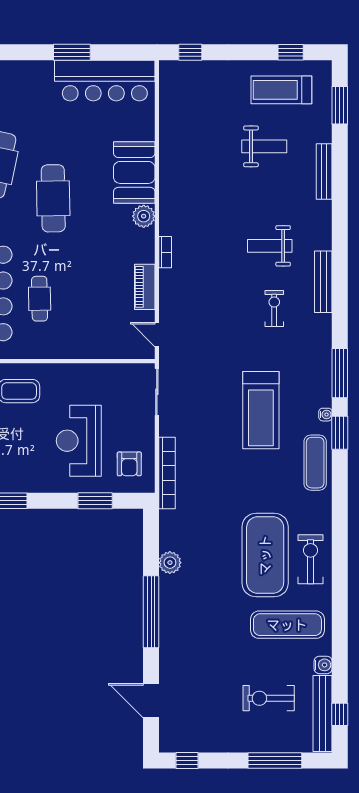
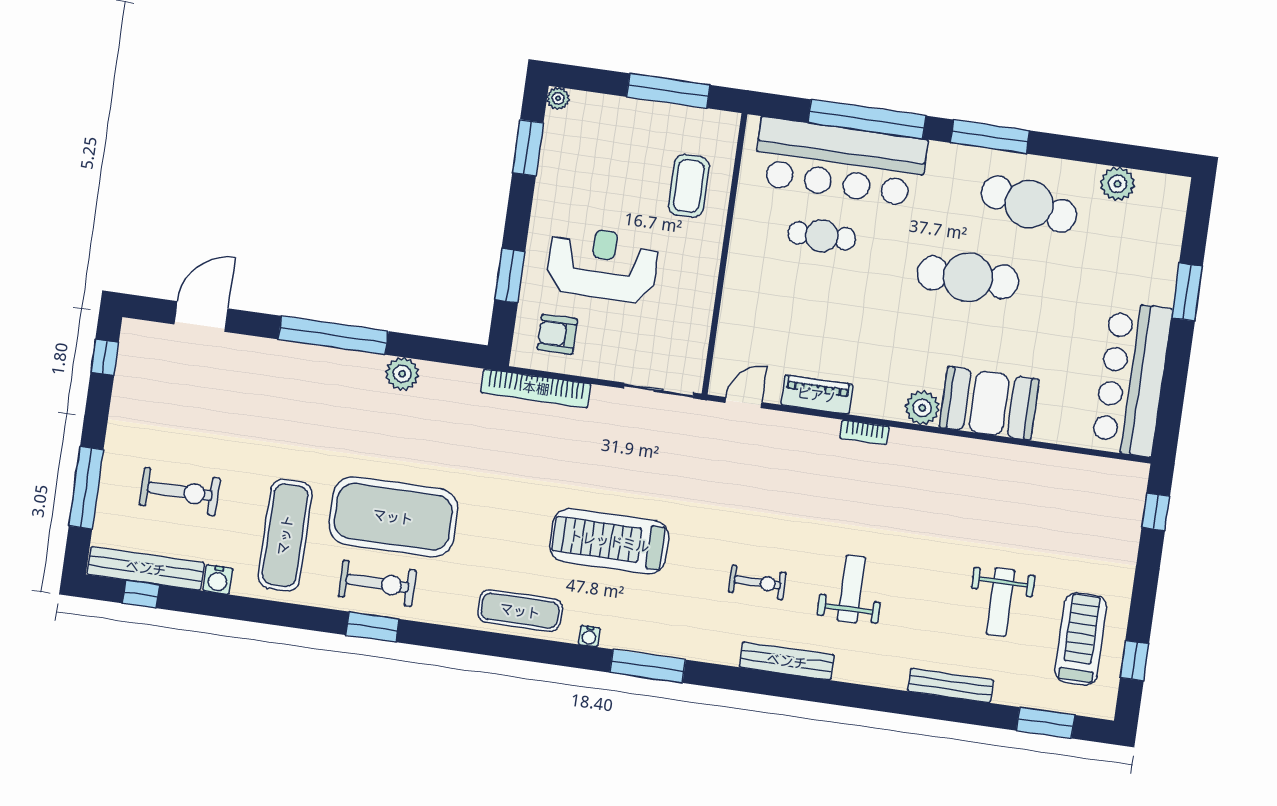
window: (72, 52) -> (1187, 292), moved
window: (340, 433) -> (372, 627), moved
exercise bike: (269, 698) -> (180, 492), turned 90

